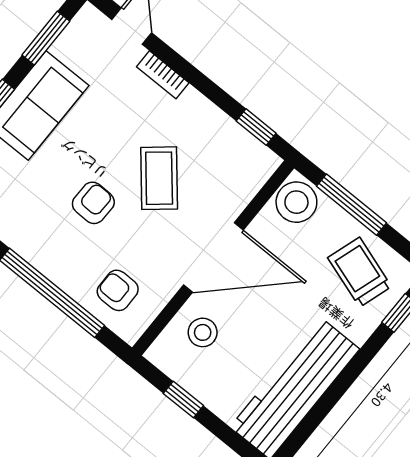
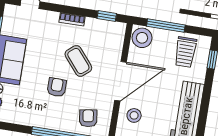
bookcase: (163, 75) -> (72, 19), moved
trolley: (360, 272) -> (186, 52), turned -108
armchair: (118, 290) -> (88, 118), turned 82

